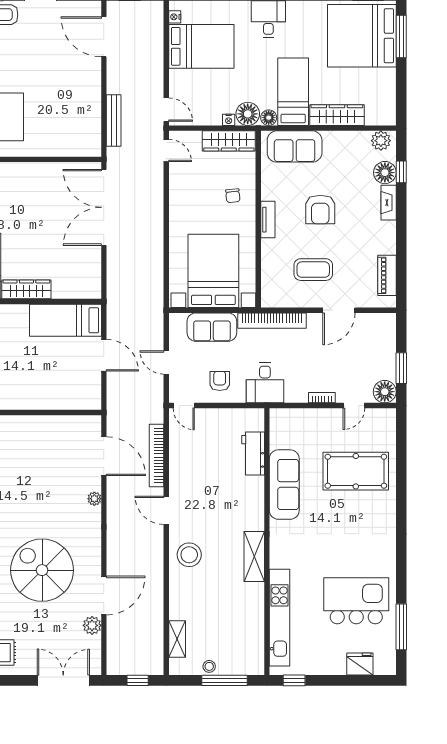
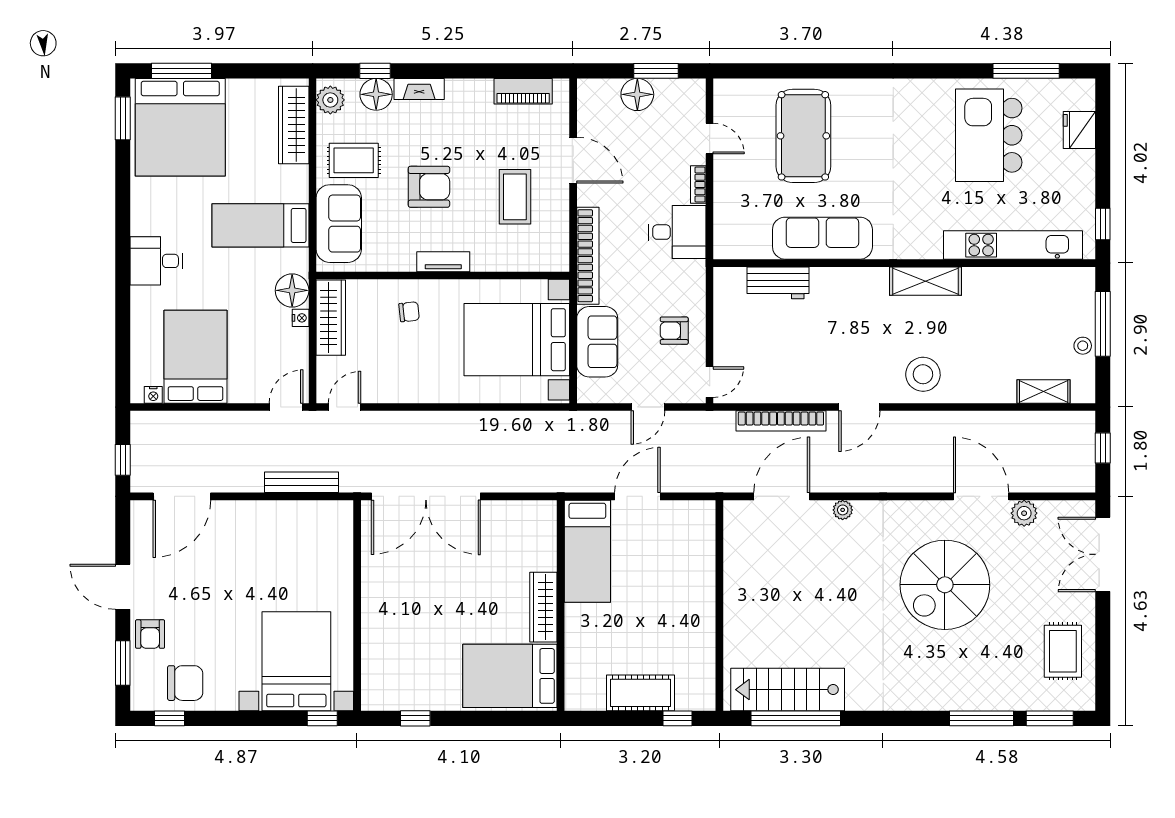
wardrobe: (337, 115) -> (294, 125), moved
floor lamp: (269, 118) -> (298, 261), removed
rug: (339, 157) -> (354, 160), added
desk: (265, 383) -> (677, 232), moved
floor lamp: (385, 392) -> (637, 94), moved

